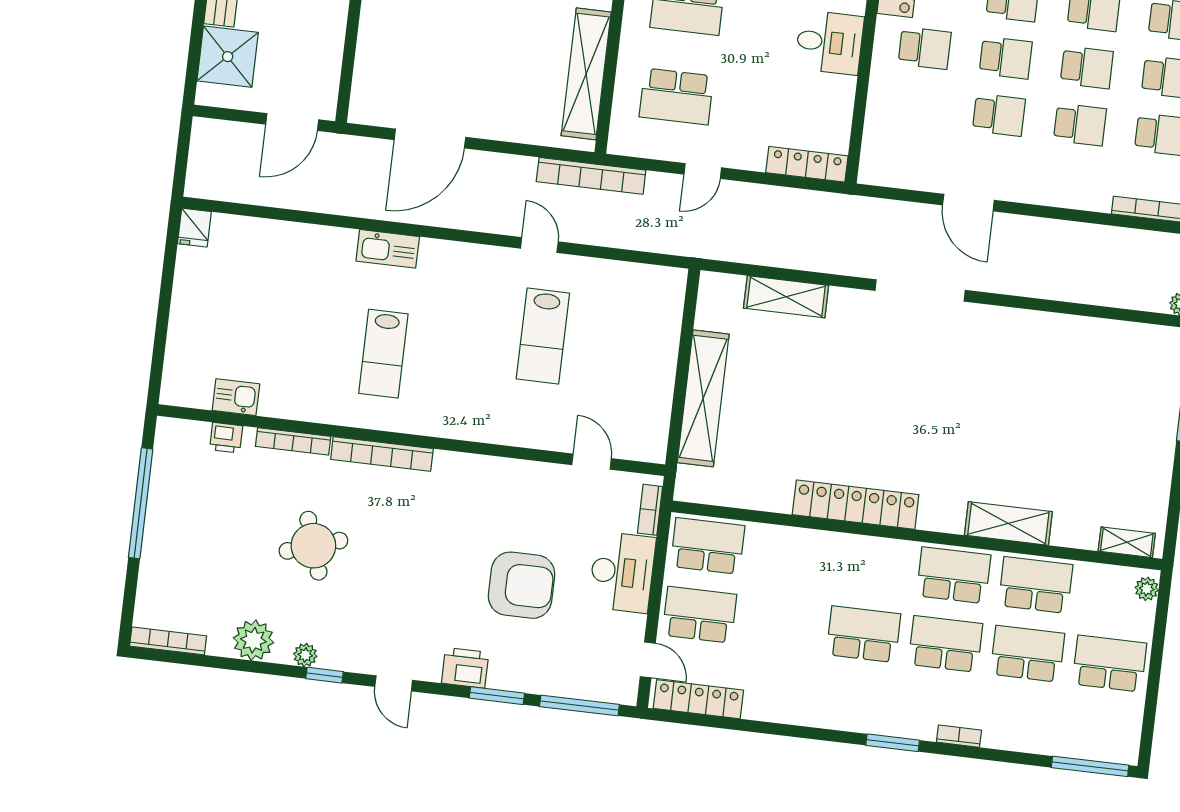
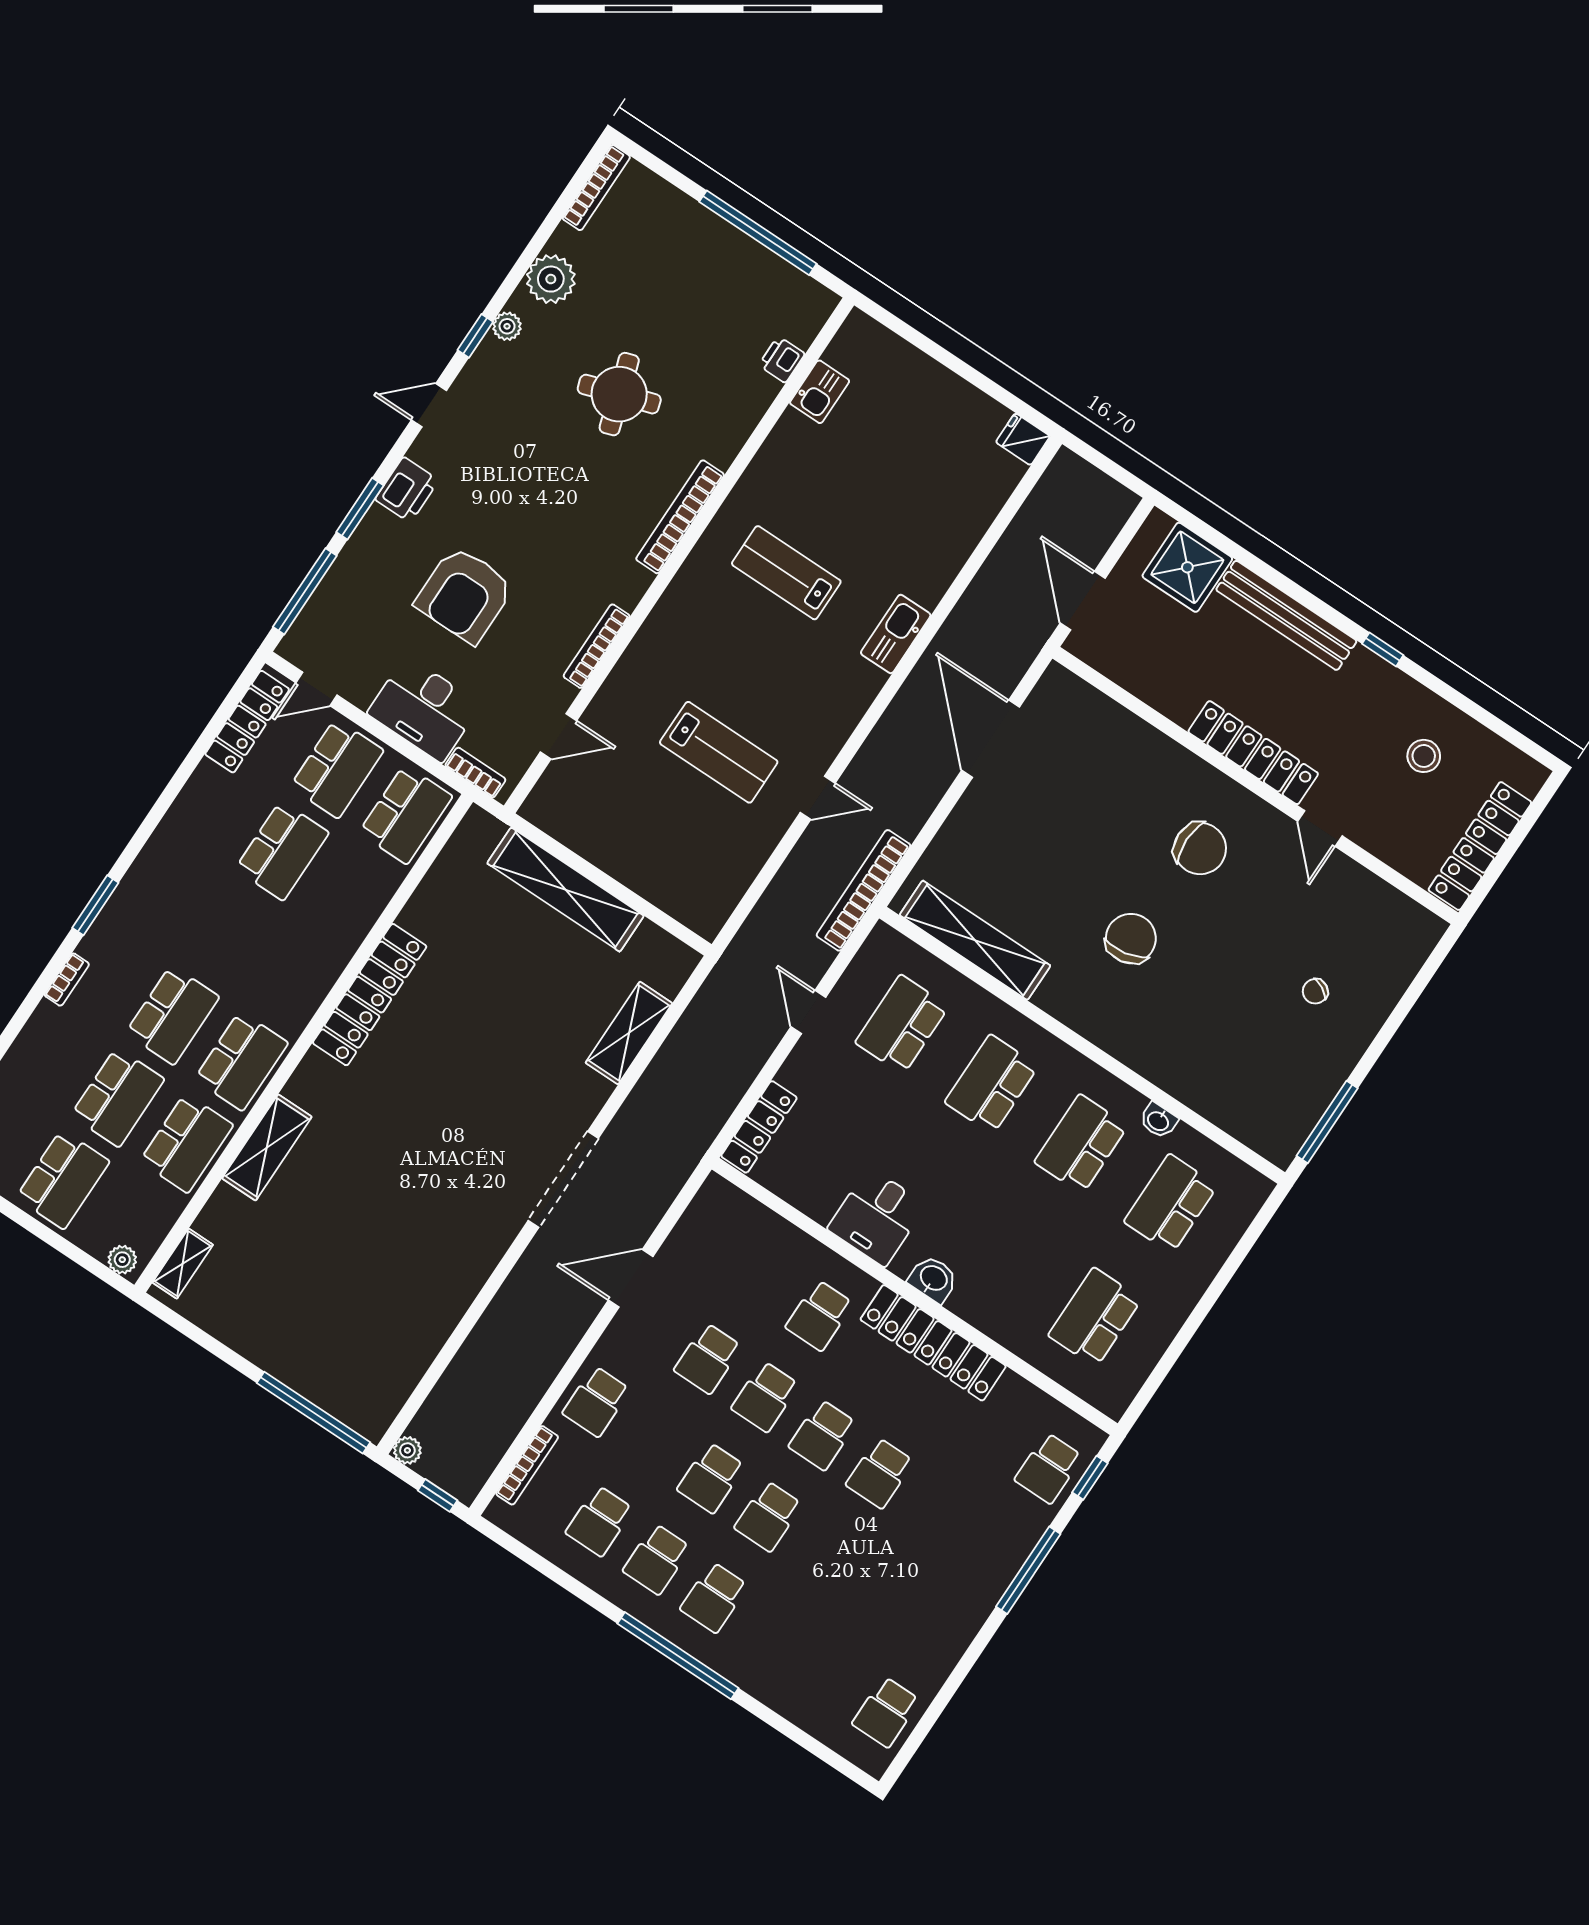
school desk: (1080, 125) -> (596, 1401), moved
lab bench: (543, 336) -> (719, 752), turned 180
bookcase: (293, 441) -> (597, 646), moved
school desk: (863, 634) -> (282, 851), moved

